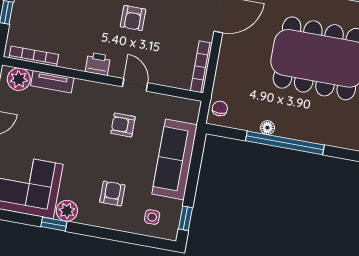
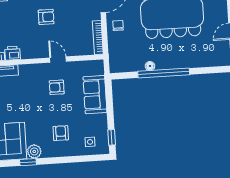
armchair: (133, 18) -> (46, 17), turned -90
printer: (98, 64) -> (13, 53), moved
chair: (220, 108) -> (118, 25), moved
sofa: (175, 159) -> (95, 95), width x0.73

